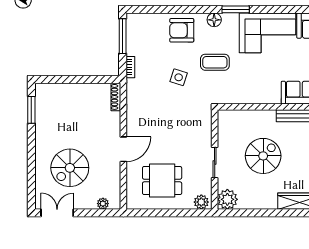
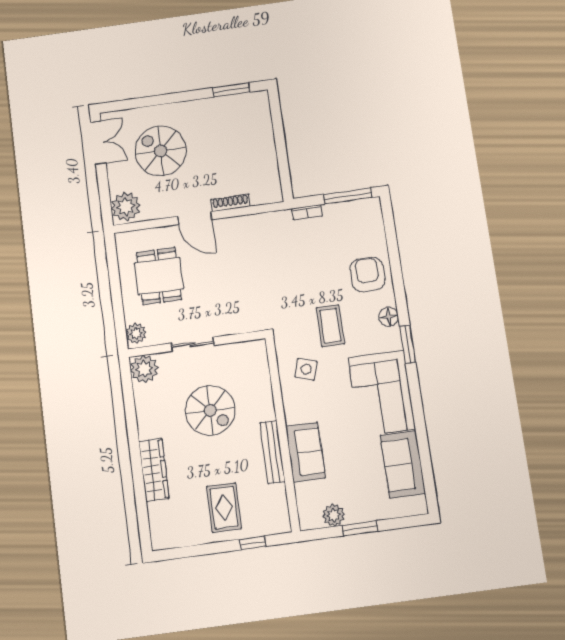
side table: (179, 77) -> (306, 369), moved
shoe rack: (116, 97) -> (230, 203), moved
plant: (103, 204) -> (126, 207), width x1.88, depth x1.88

